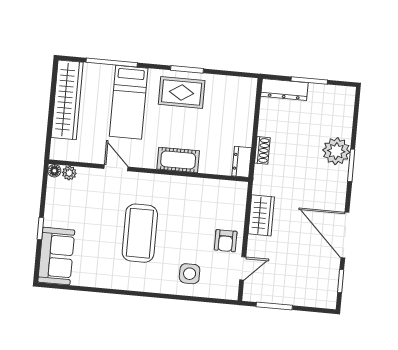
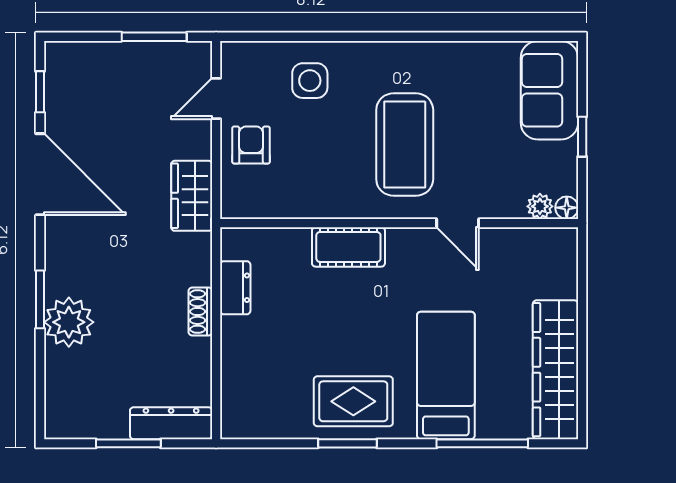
cot: (178, 160) -> (348, 247), moved
door: (116, 168) -> (458, 223), moved
floor lamp: (54, 171) -> (567, 208), moved
wall: (149, 171) -> (399, 223), moved
plant: (69, 173) -> (540, 206), moved

